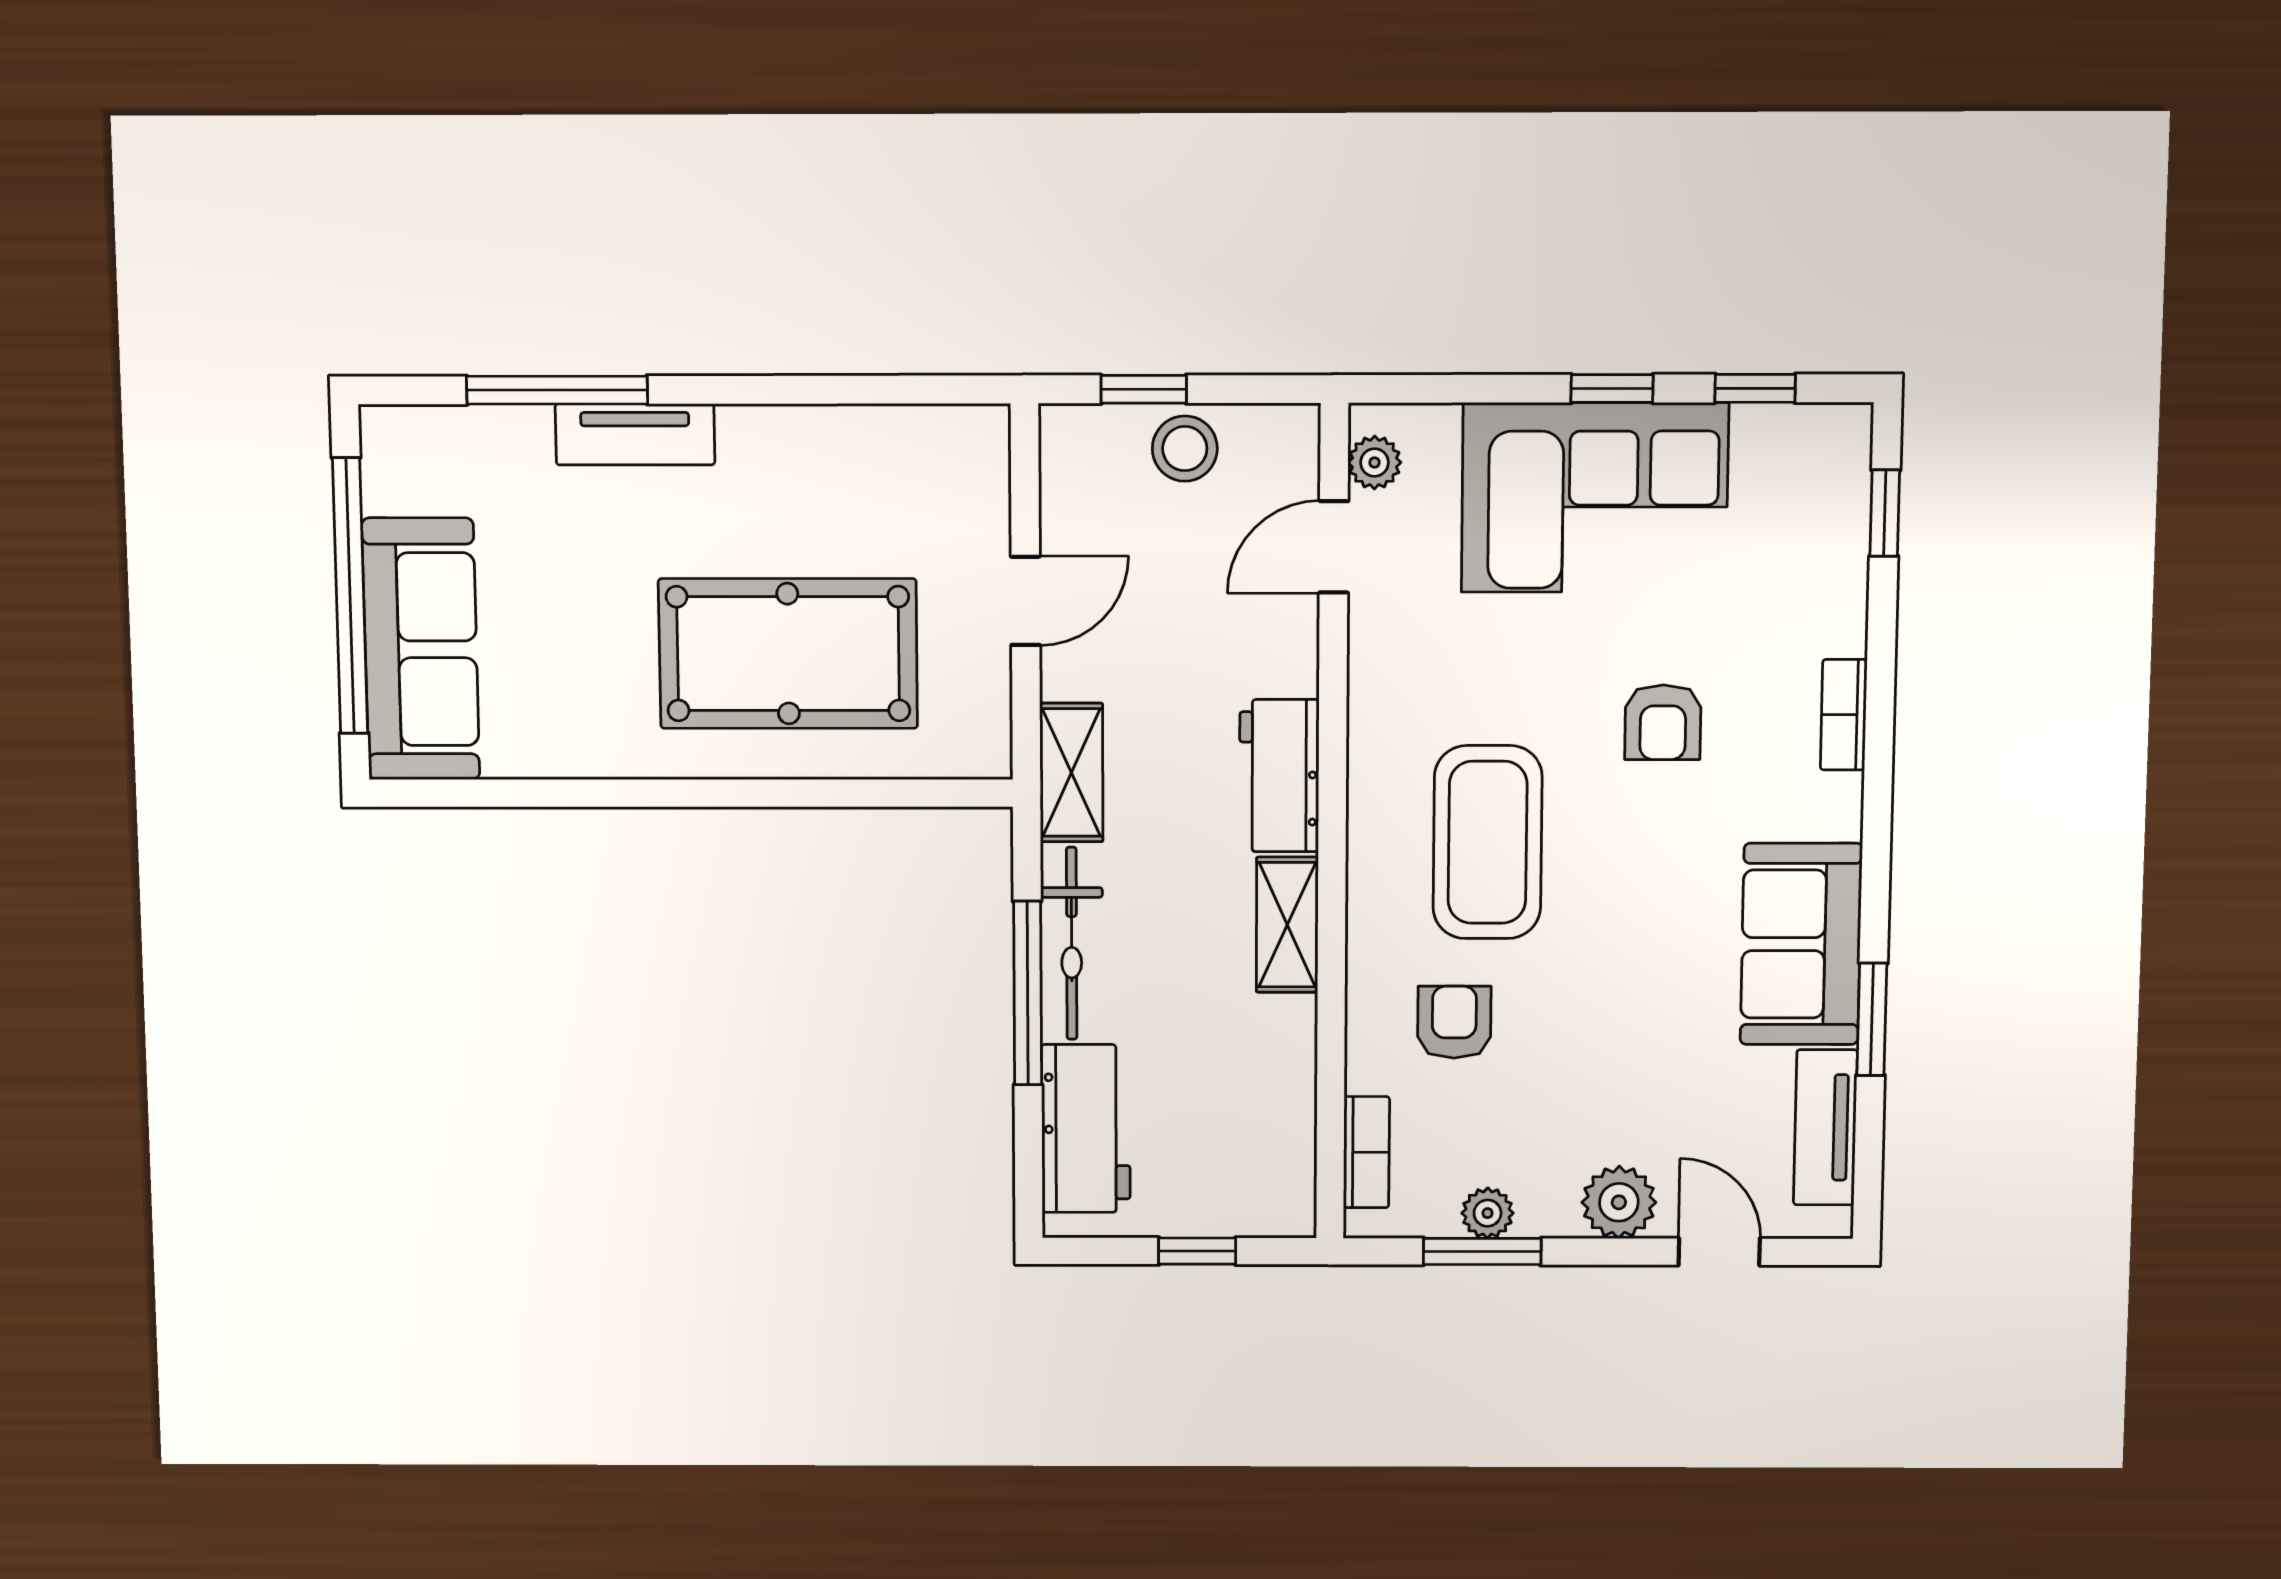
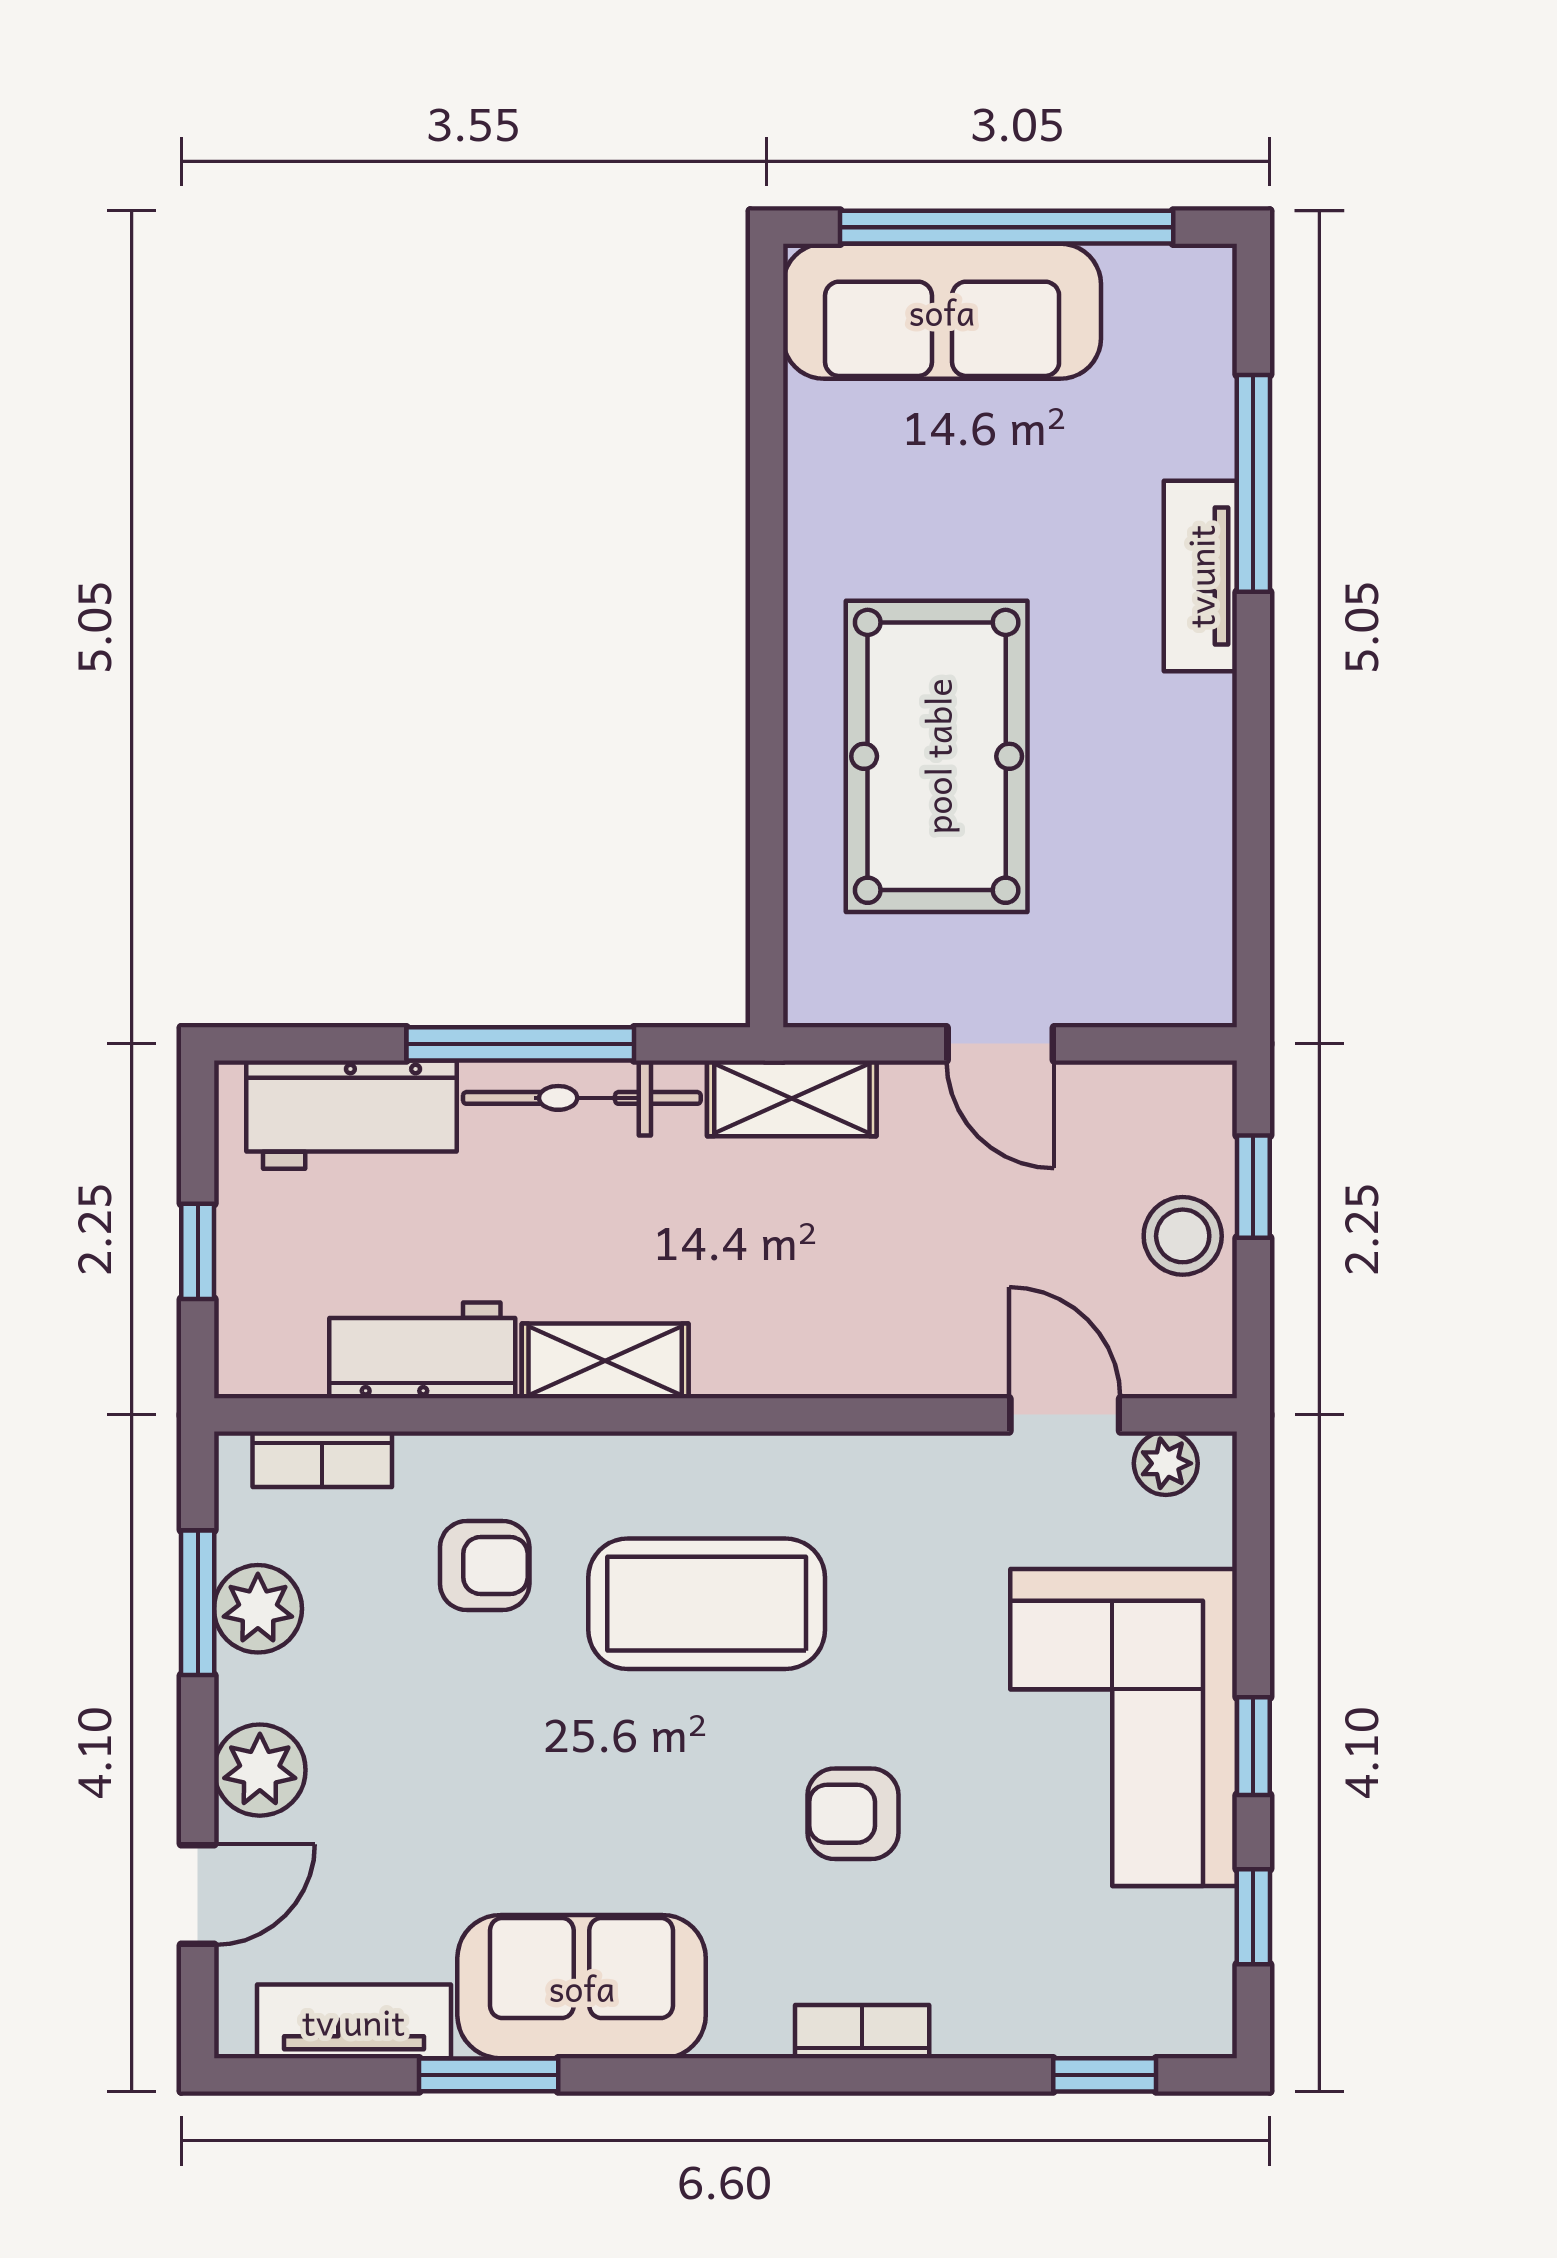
workbench: (1279, 776) -> (422, 1350), moved
plant: (1488, 1213) -> (258, 1609), width x1.38, depth x1.38

